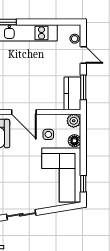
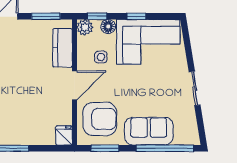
kitchen counter: (72, 93) -> (63, 48), moved, turned 90
window: (83, 131) -> (97, 16), added
window: (83, 184) -> (137, 16), moved

